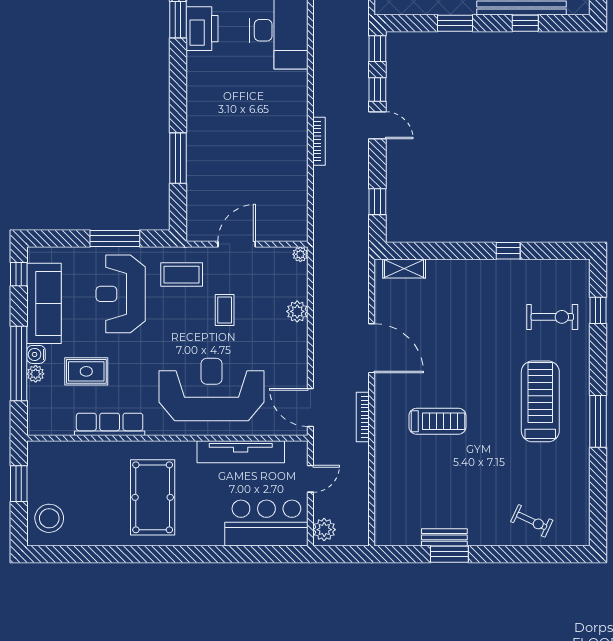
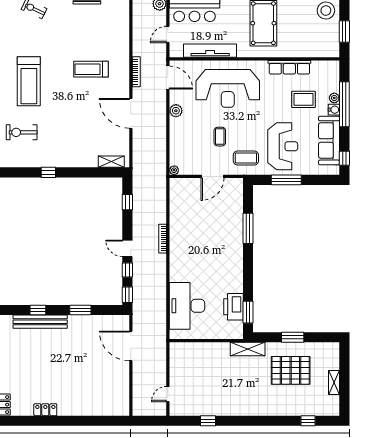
plant: (297, 311) -> (176, 111), moved

